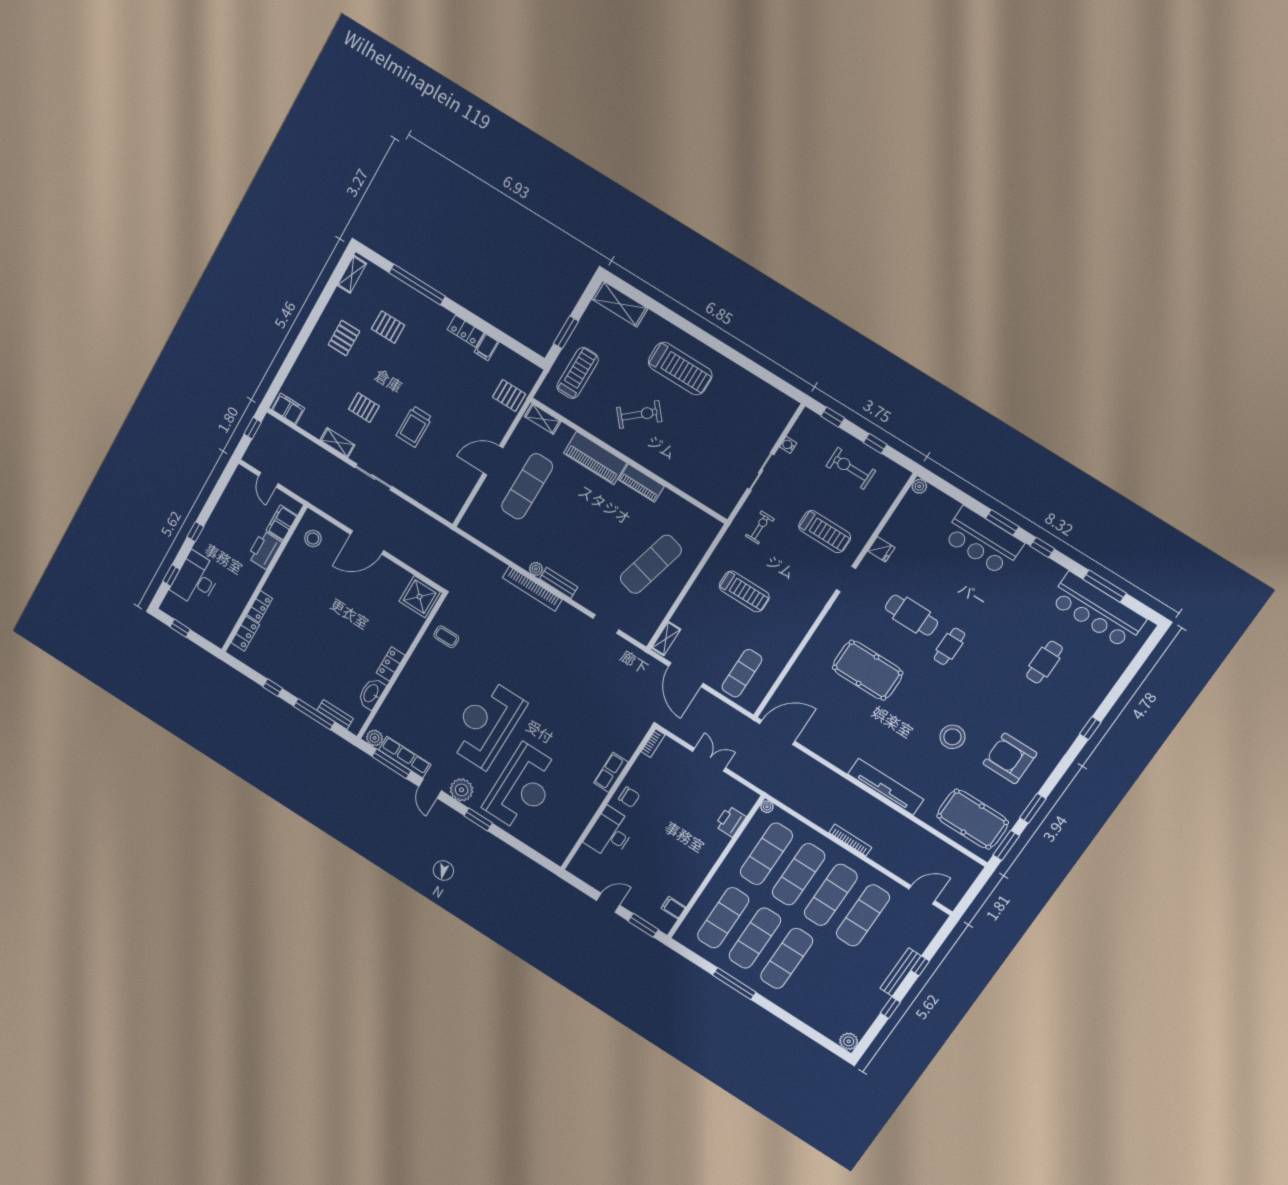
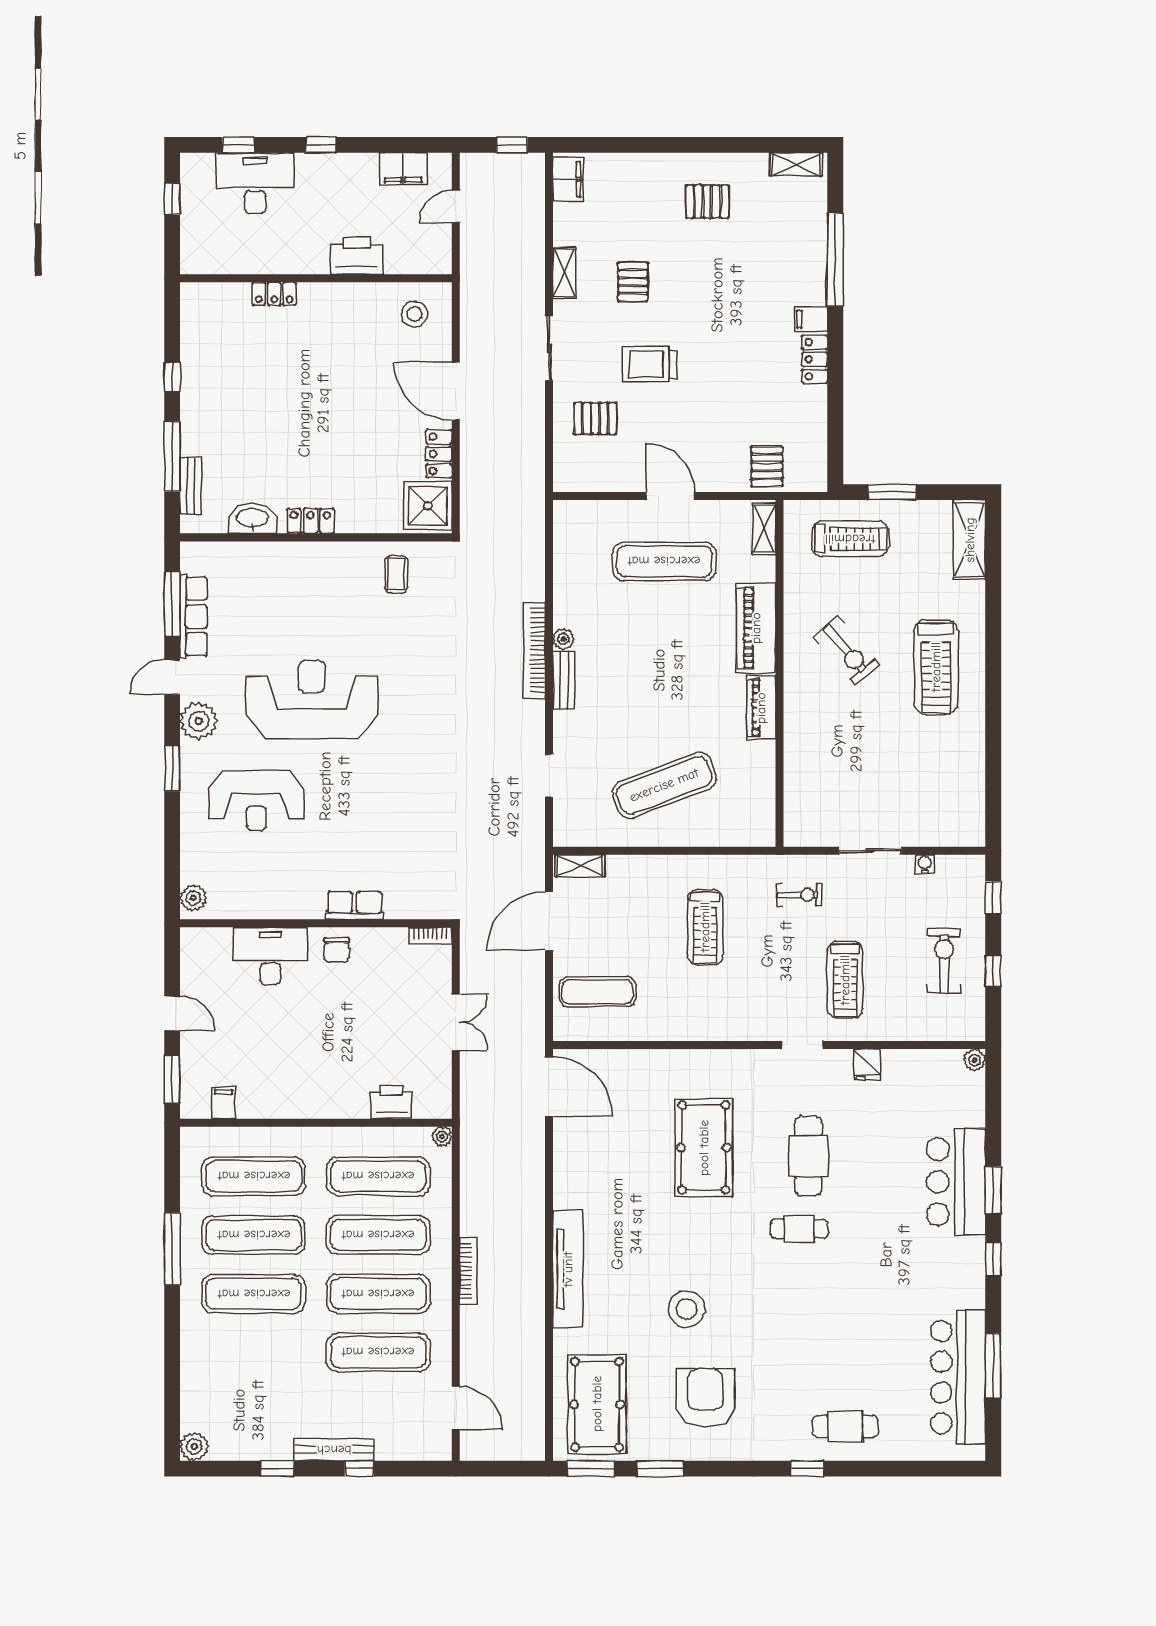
pallet: (388, 327) -> (595, 418), moved, turned 90
filing cabinet: (487, 347) -> (811, 319), moved
filing cabinet: (282, 523) -> (403, 169), moved, turned 180
exercise mat: (651, 564) -> (664, 785), turned -36
locker: (245, 634) -> (439, 454), moved, turned 90
cafe table: (1044, 662) -> (845, 1427), moved
plant: (375, 738) -> (193, 898), moved
reception desk: (522, 788) -> (256, 801), width x0.74, depth x0.77

